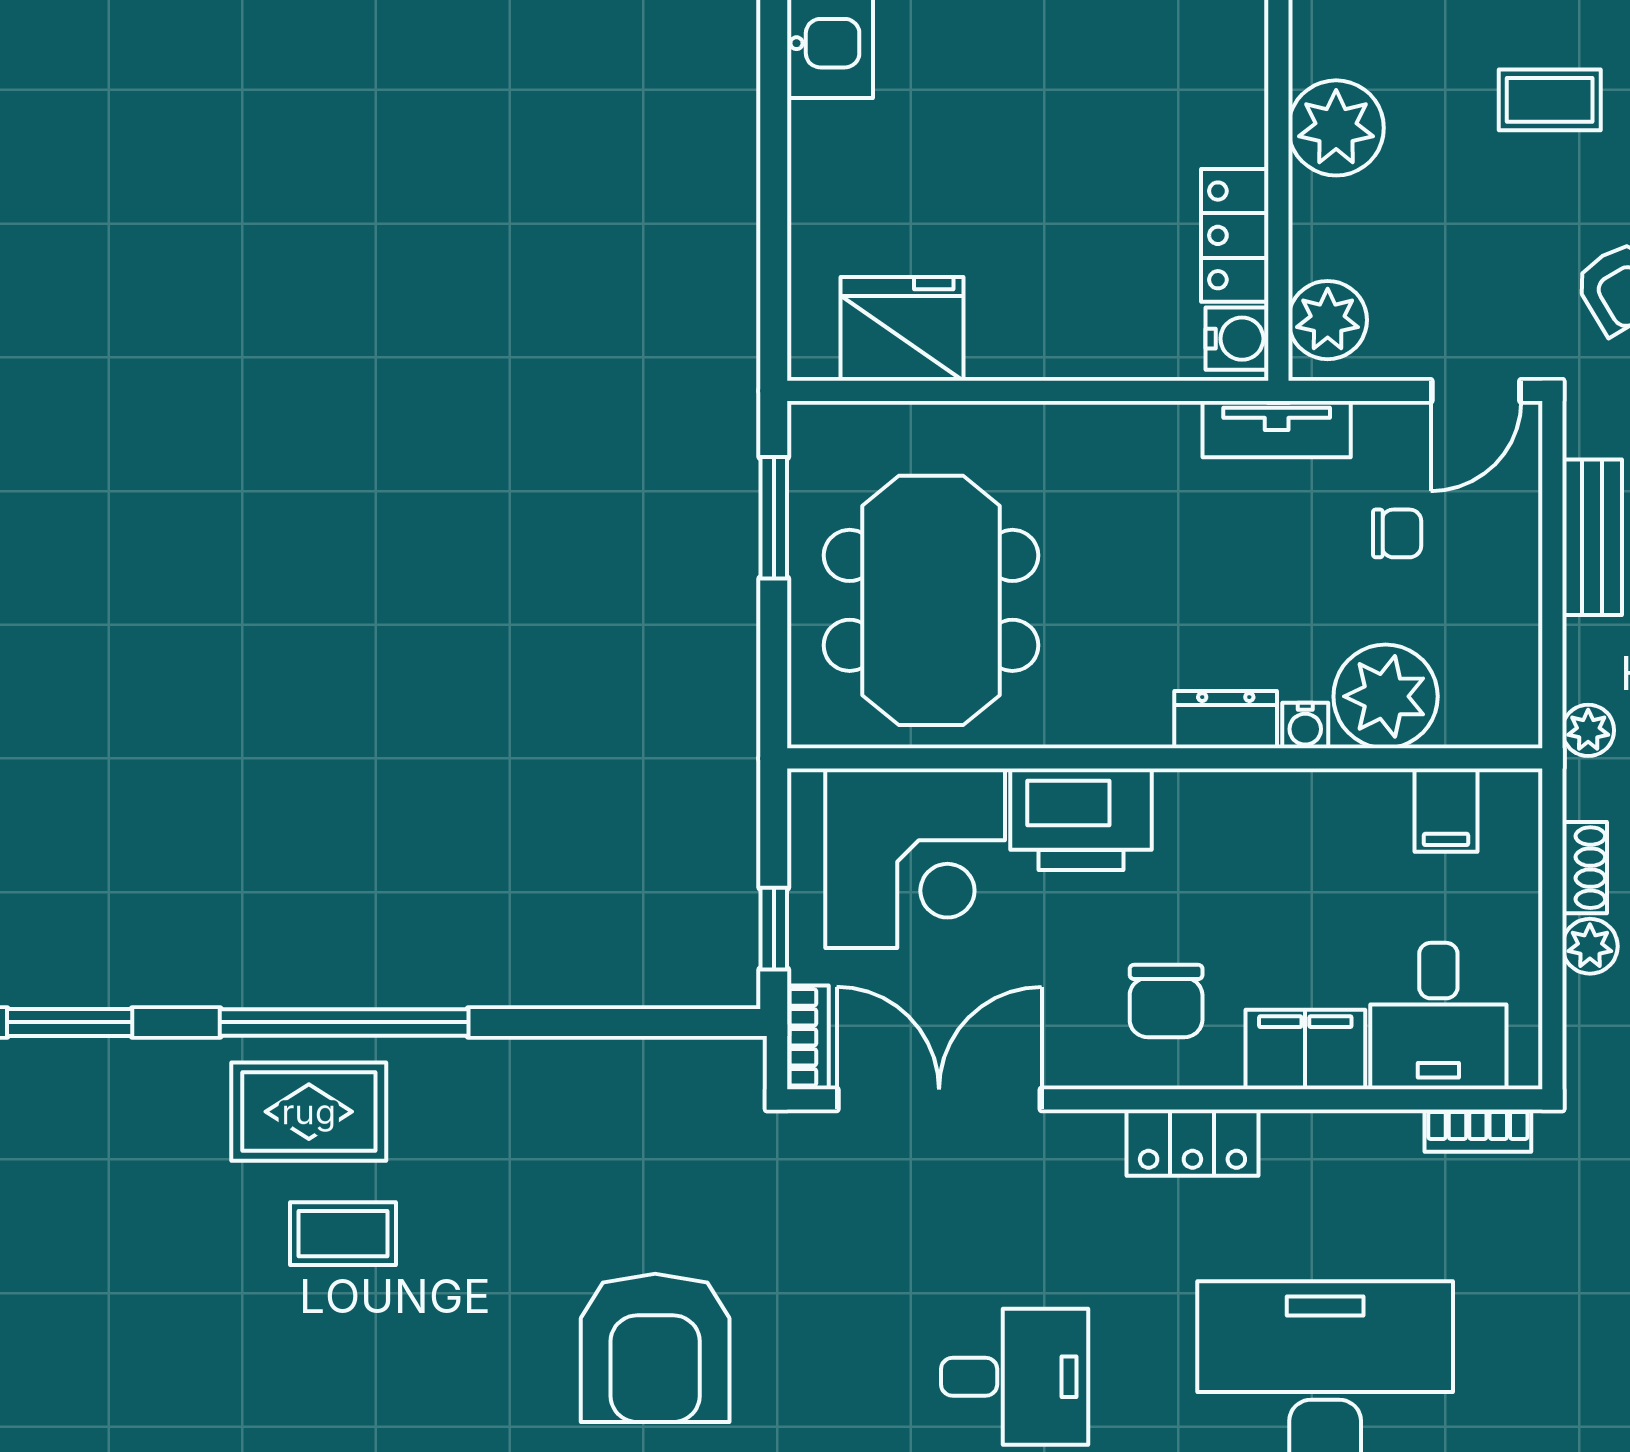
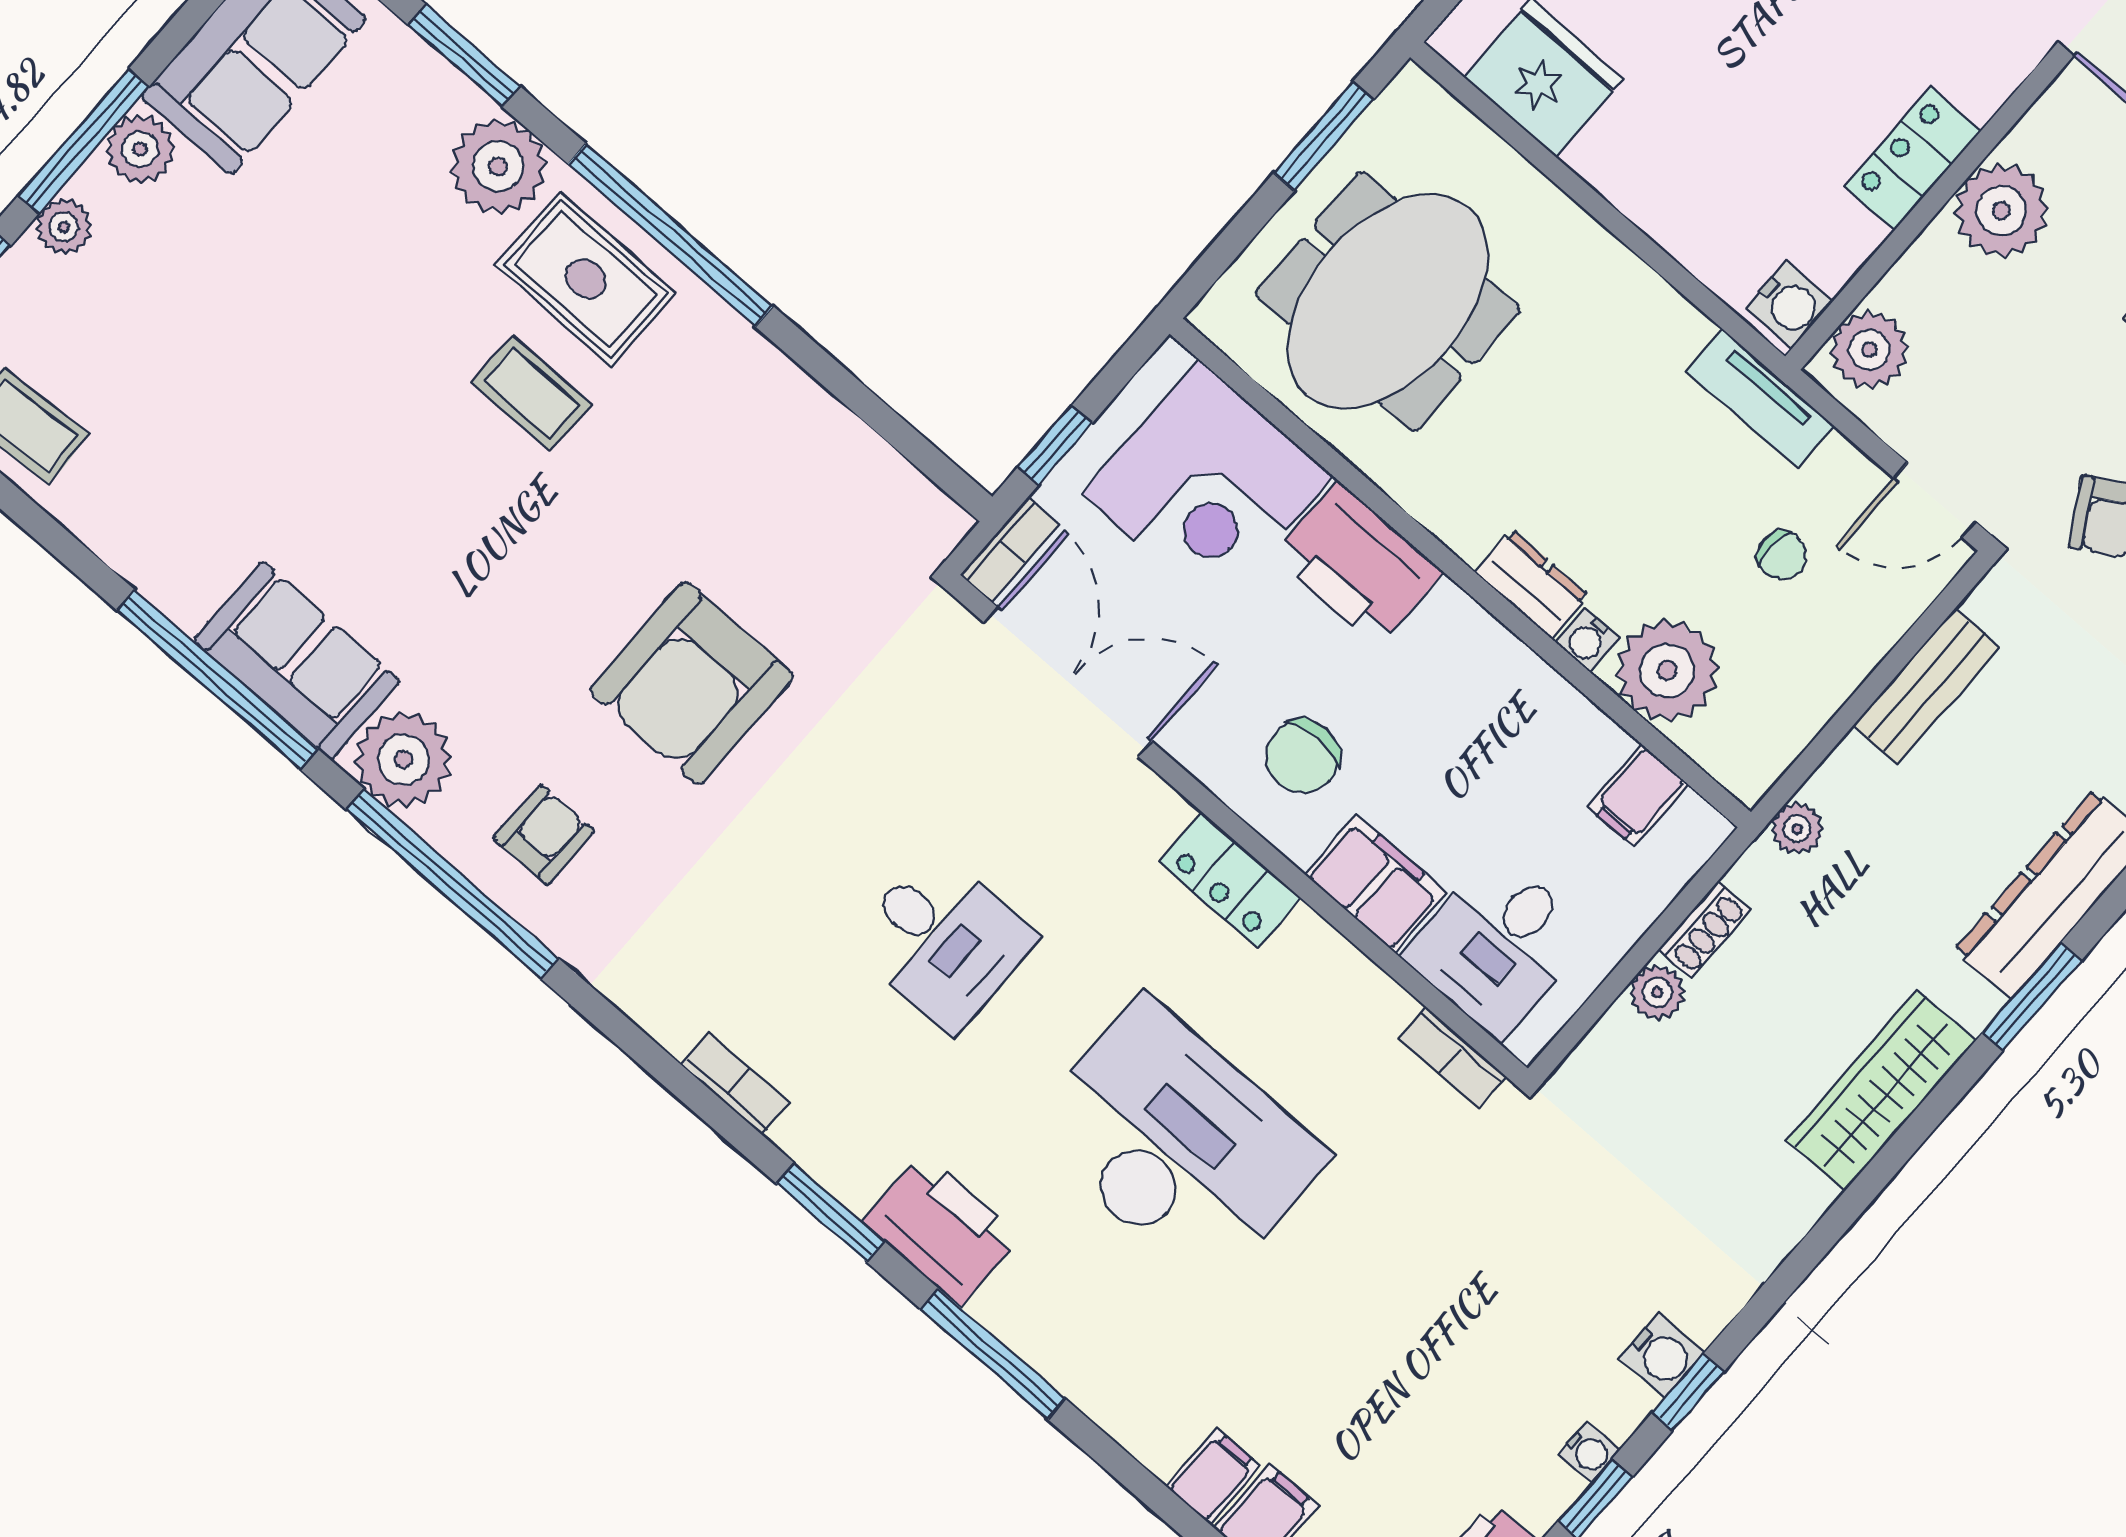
locker: (1235, 235) -> (1913, 159), moved
plant: (168, 1084) -> (498, 166), added

